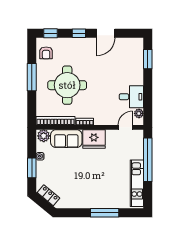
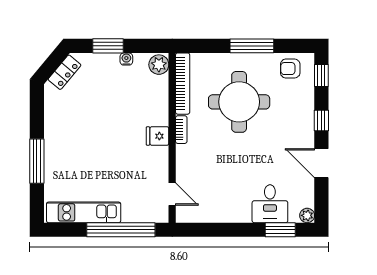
desk: (131, 97) -> (270, 204), moved
plant: (139, 113) -> (307, 215), moved
sofa: (66, 139) -> (154, 101), removed
fridge: (94, 139) -> (158, 136), width x0.53, depth x0.75

